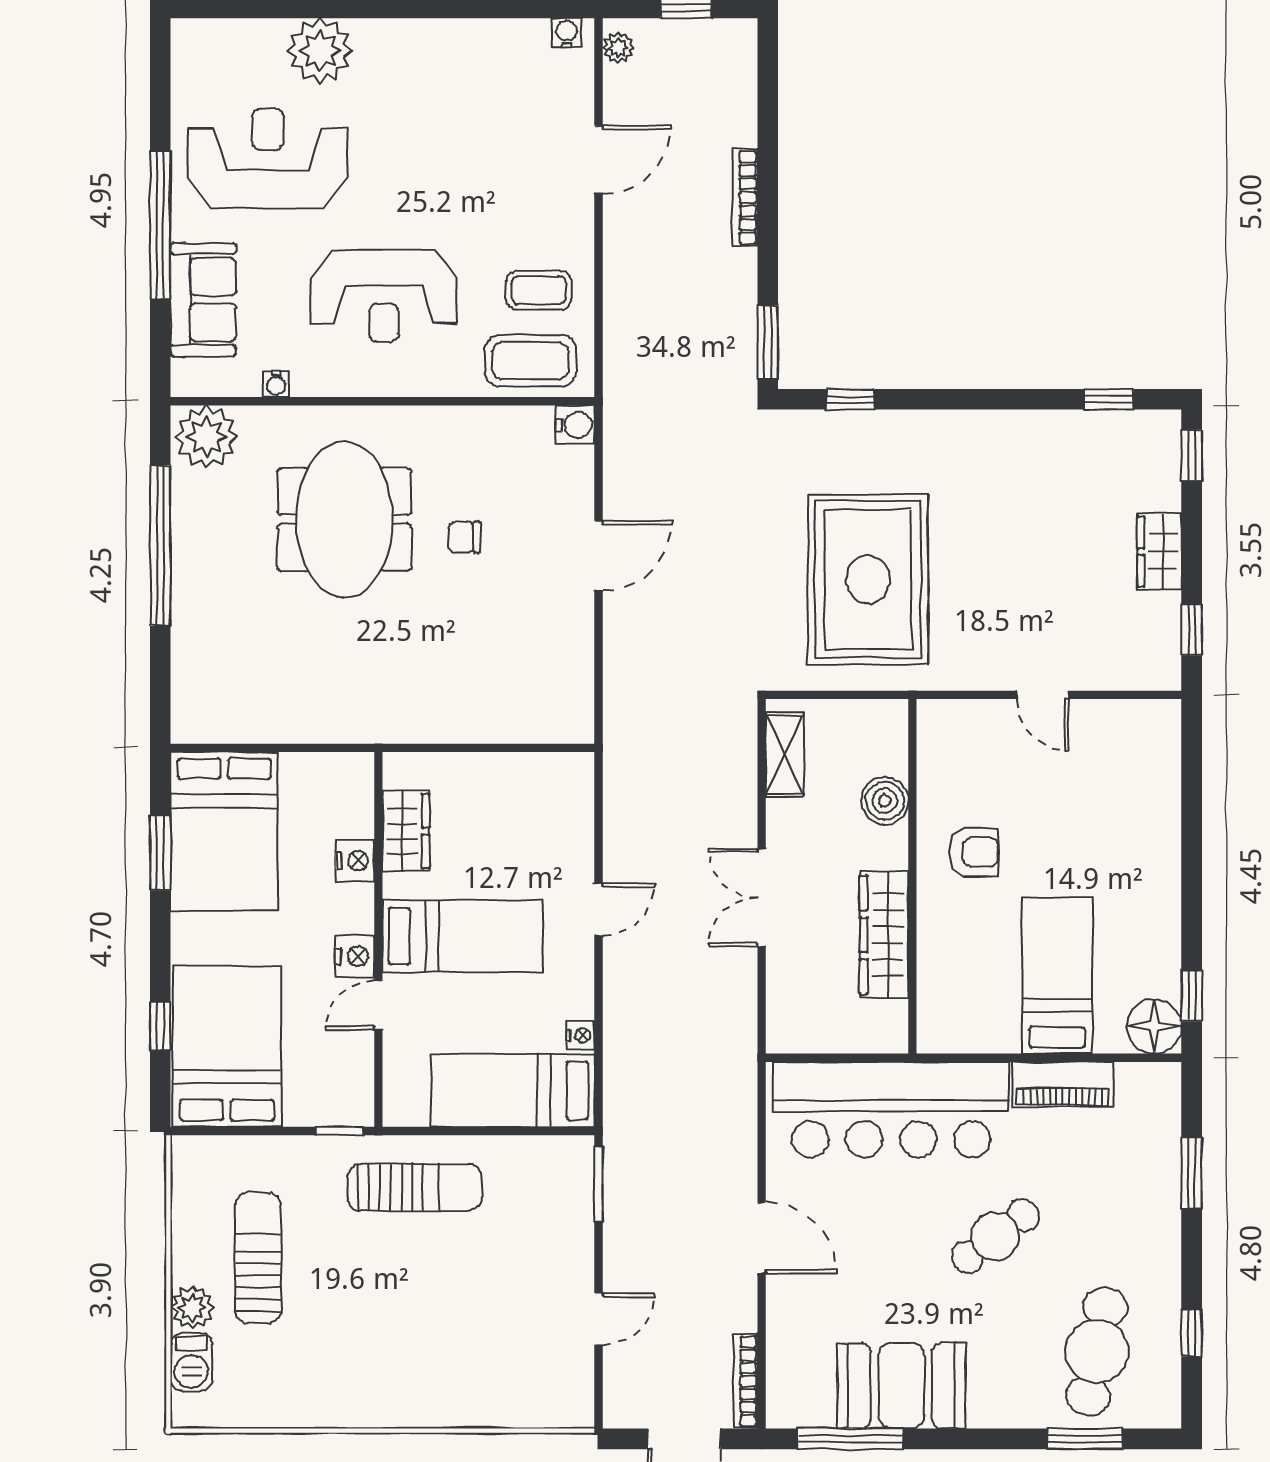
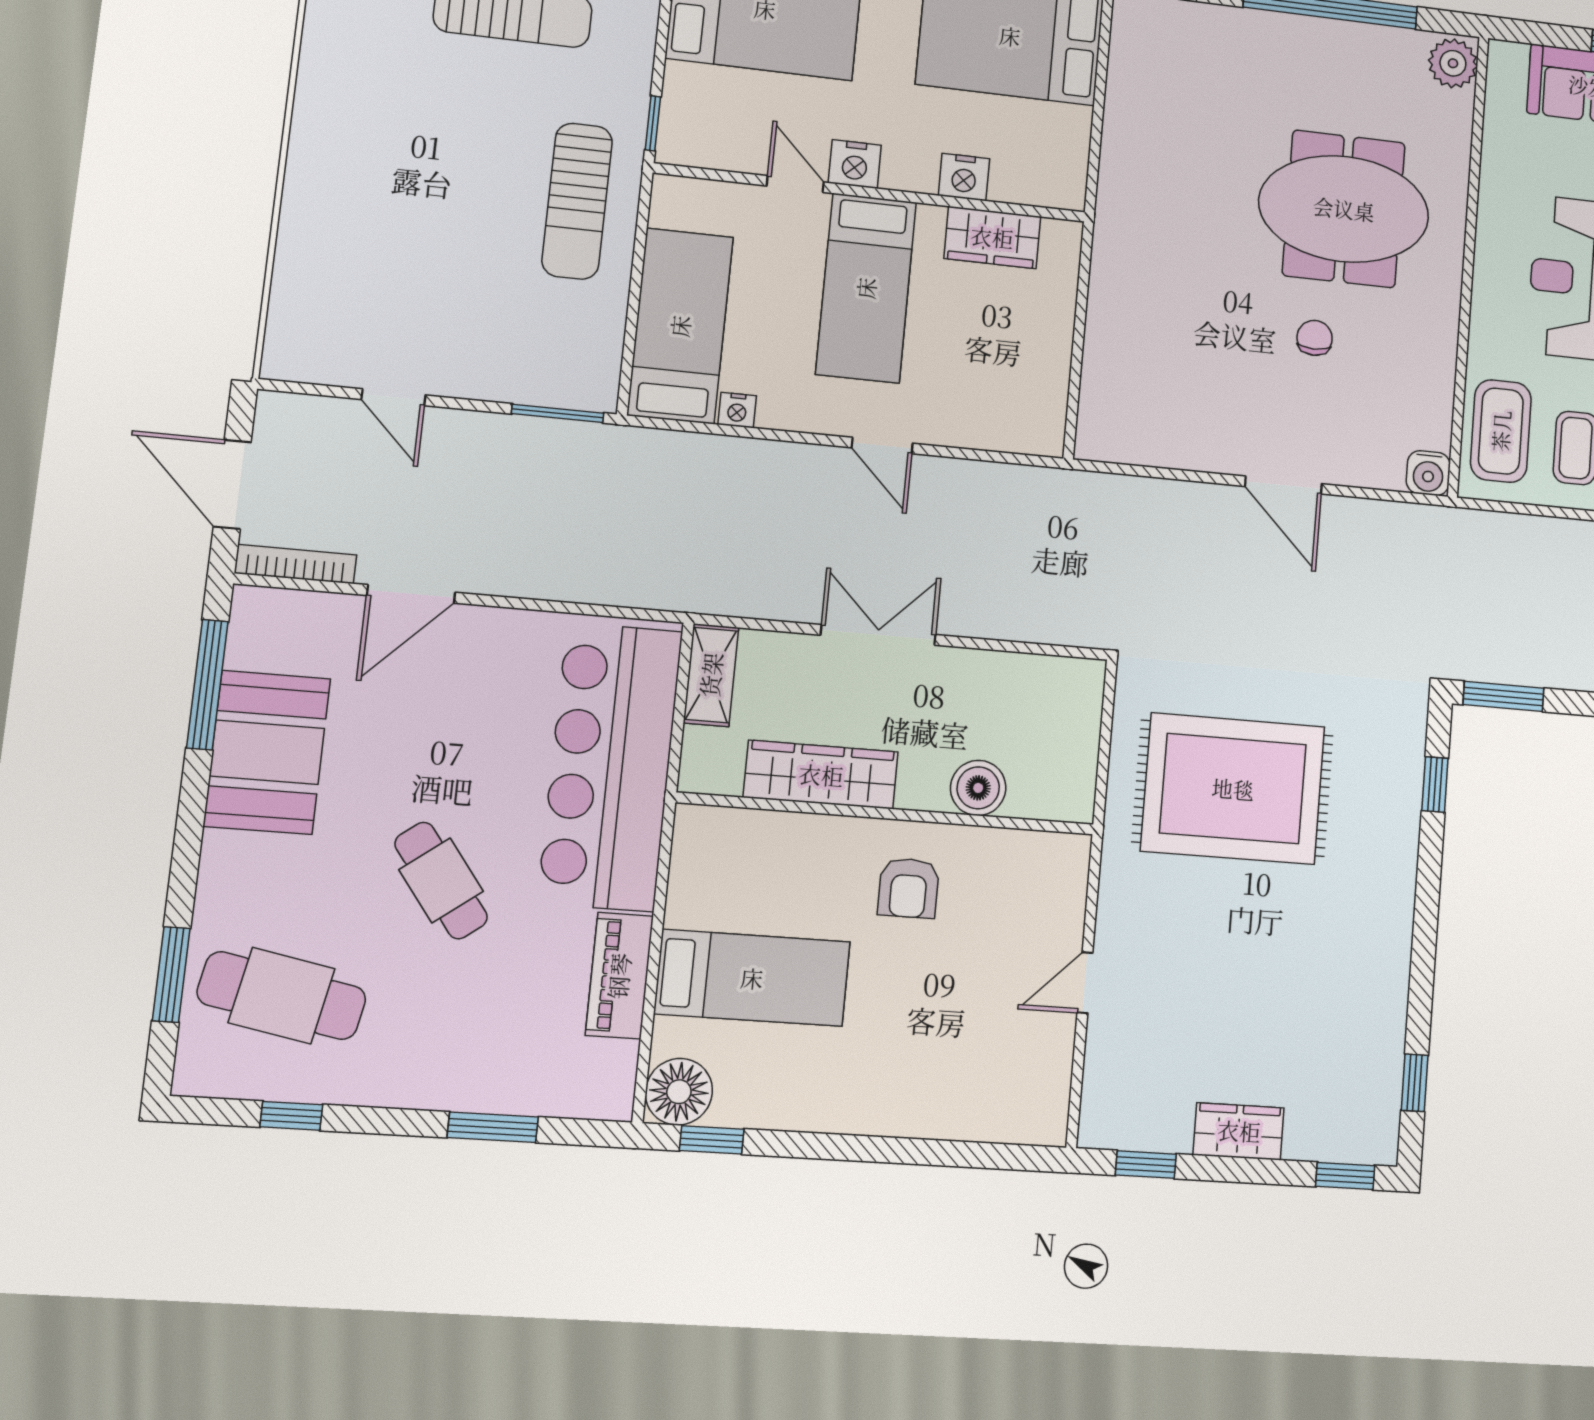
water cooler: (276, 384) -> (1495, 153), removed
plant: (206, 437) -> (1453, 63), width x0.73, depth x0.73
shelving: (785, 755) -> (711, 675), moved, turned 90
door: (762, 1238) -> (411, 594), moved

